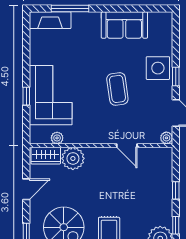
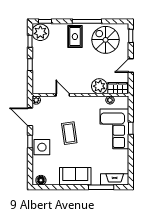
floor lamp: (159, 19) -> (41, 180), added
sofa: (124, 25) -> (75, 176), moved

